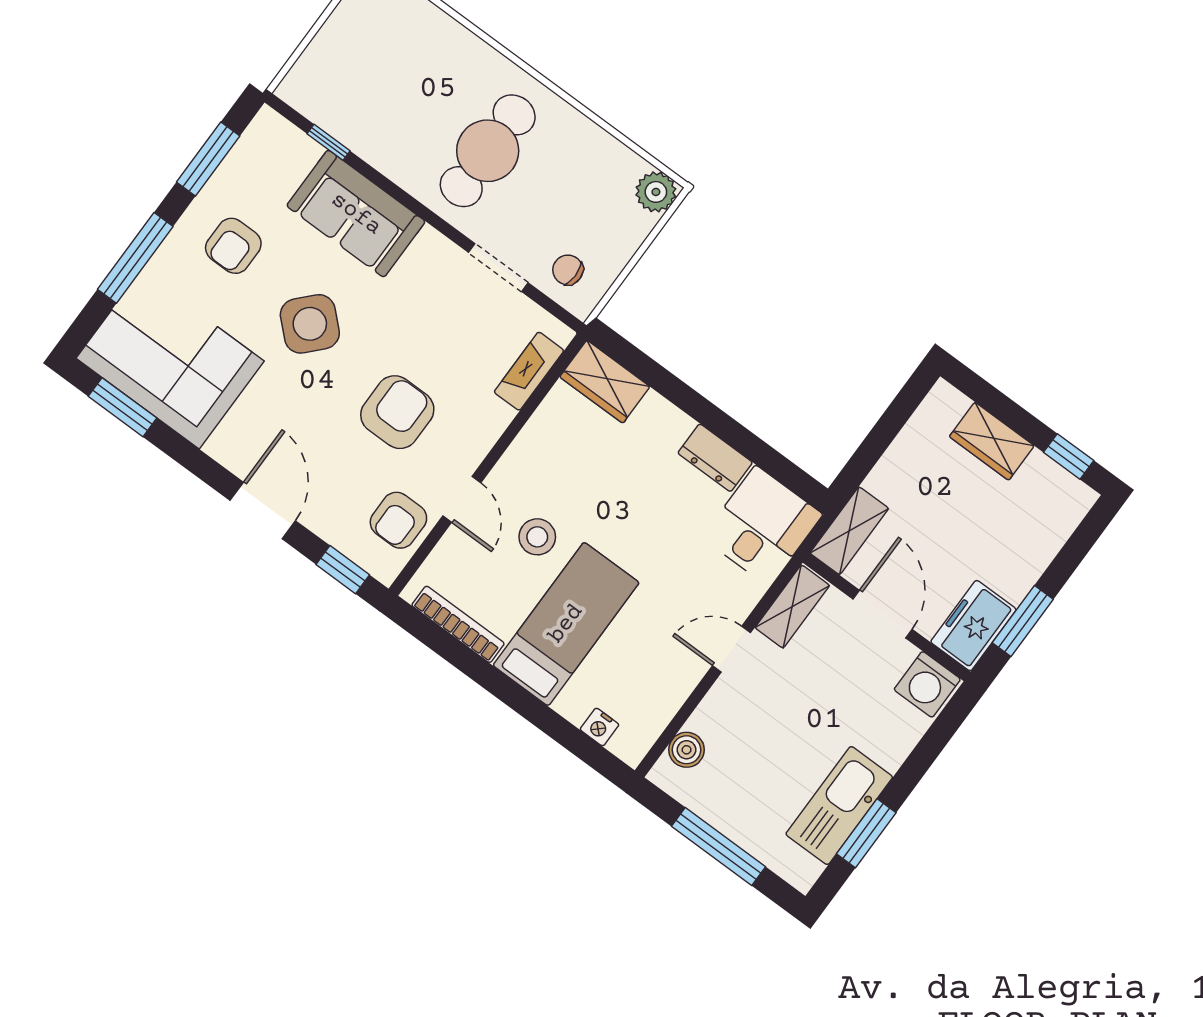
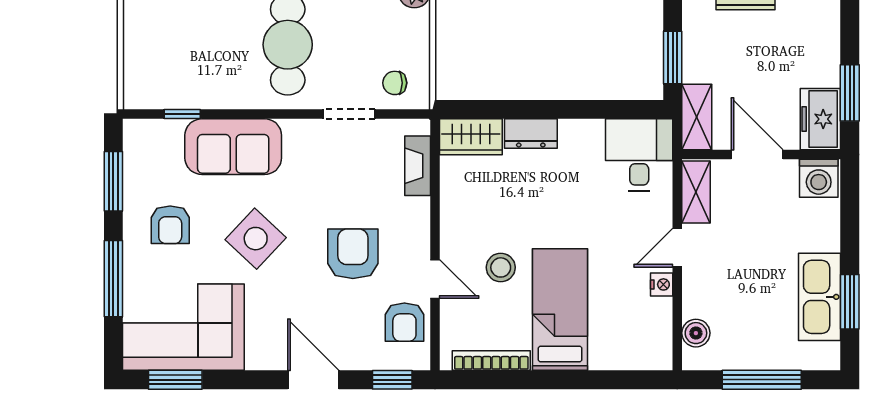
window: (869, 452) -> (673, 58), added
dresser: (715, 458) -> (531, 133), moved
nightstand: (599, 727) -> (662, 284), moved, turned -90

